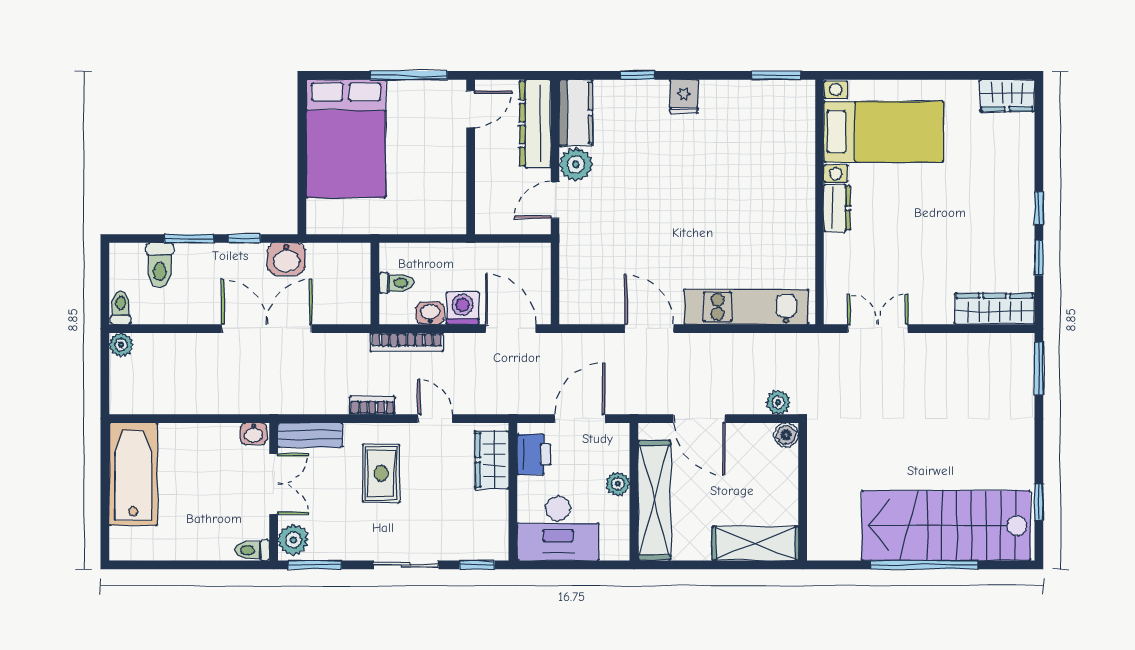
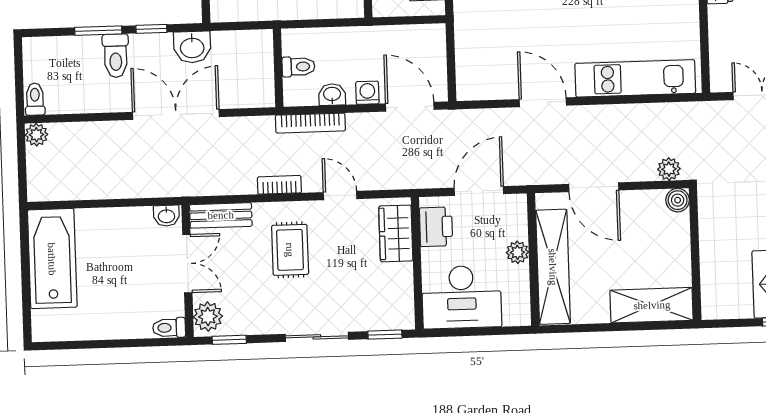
toilet: (160, 265) -> (116, 56), moved
washing machine: (463, 308) -> (367, 93), width x0.73, depth x0.73
window: (315, 565) -> (229, 340), width x0.67

